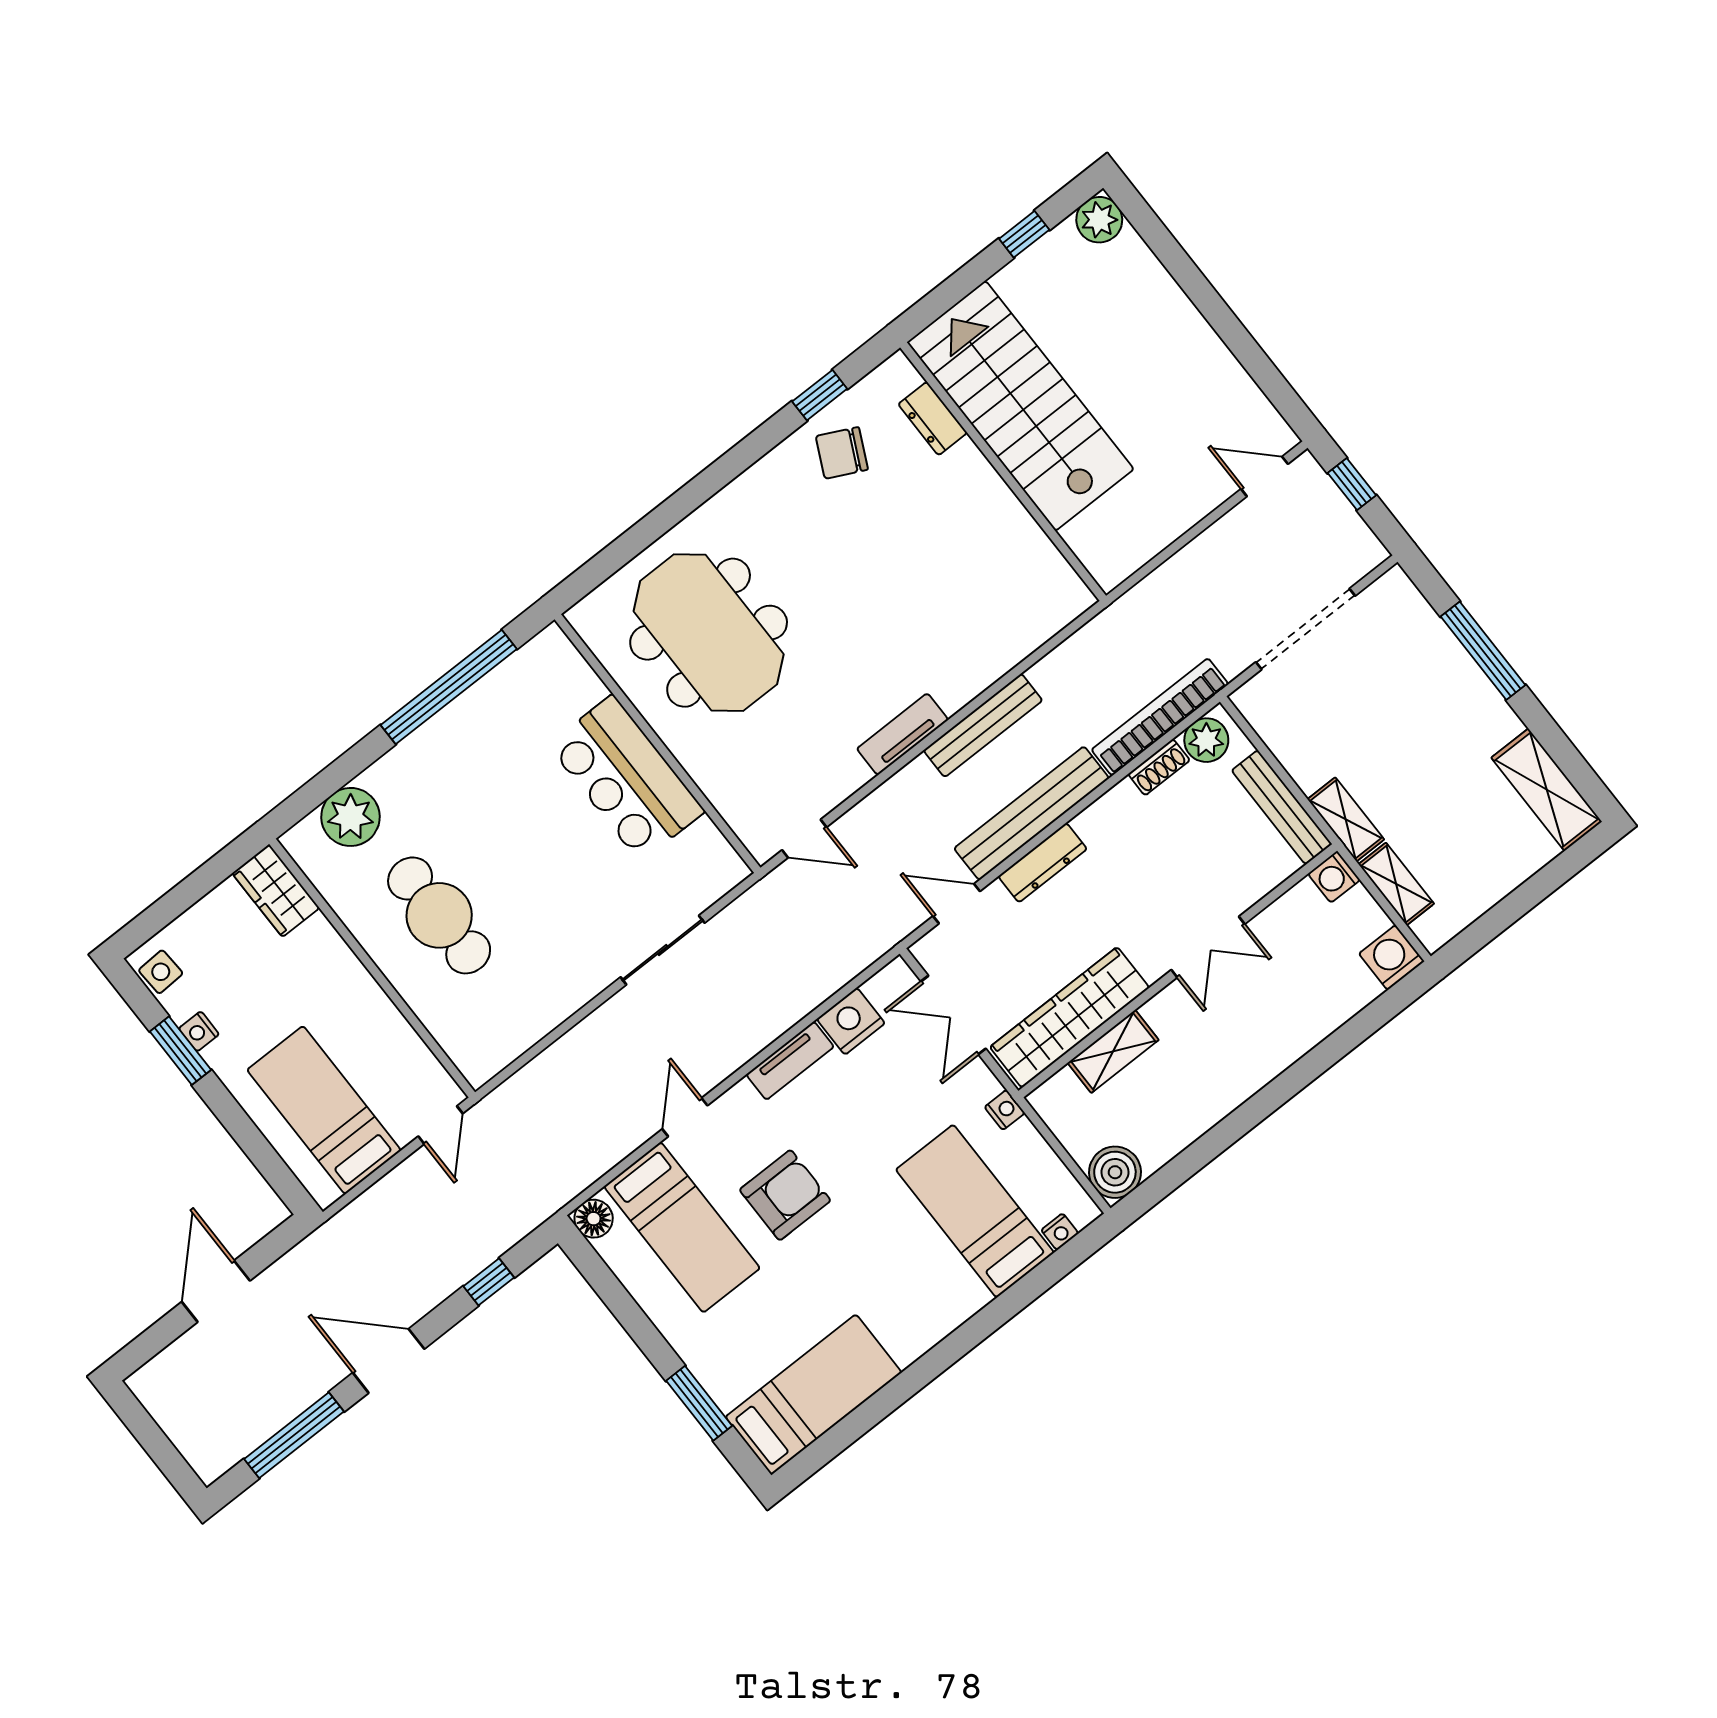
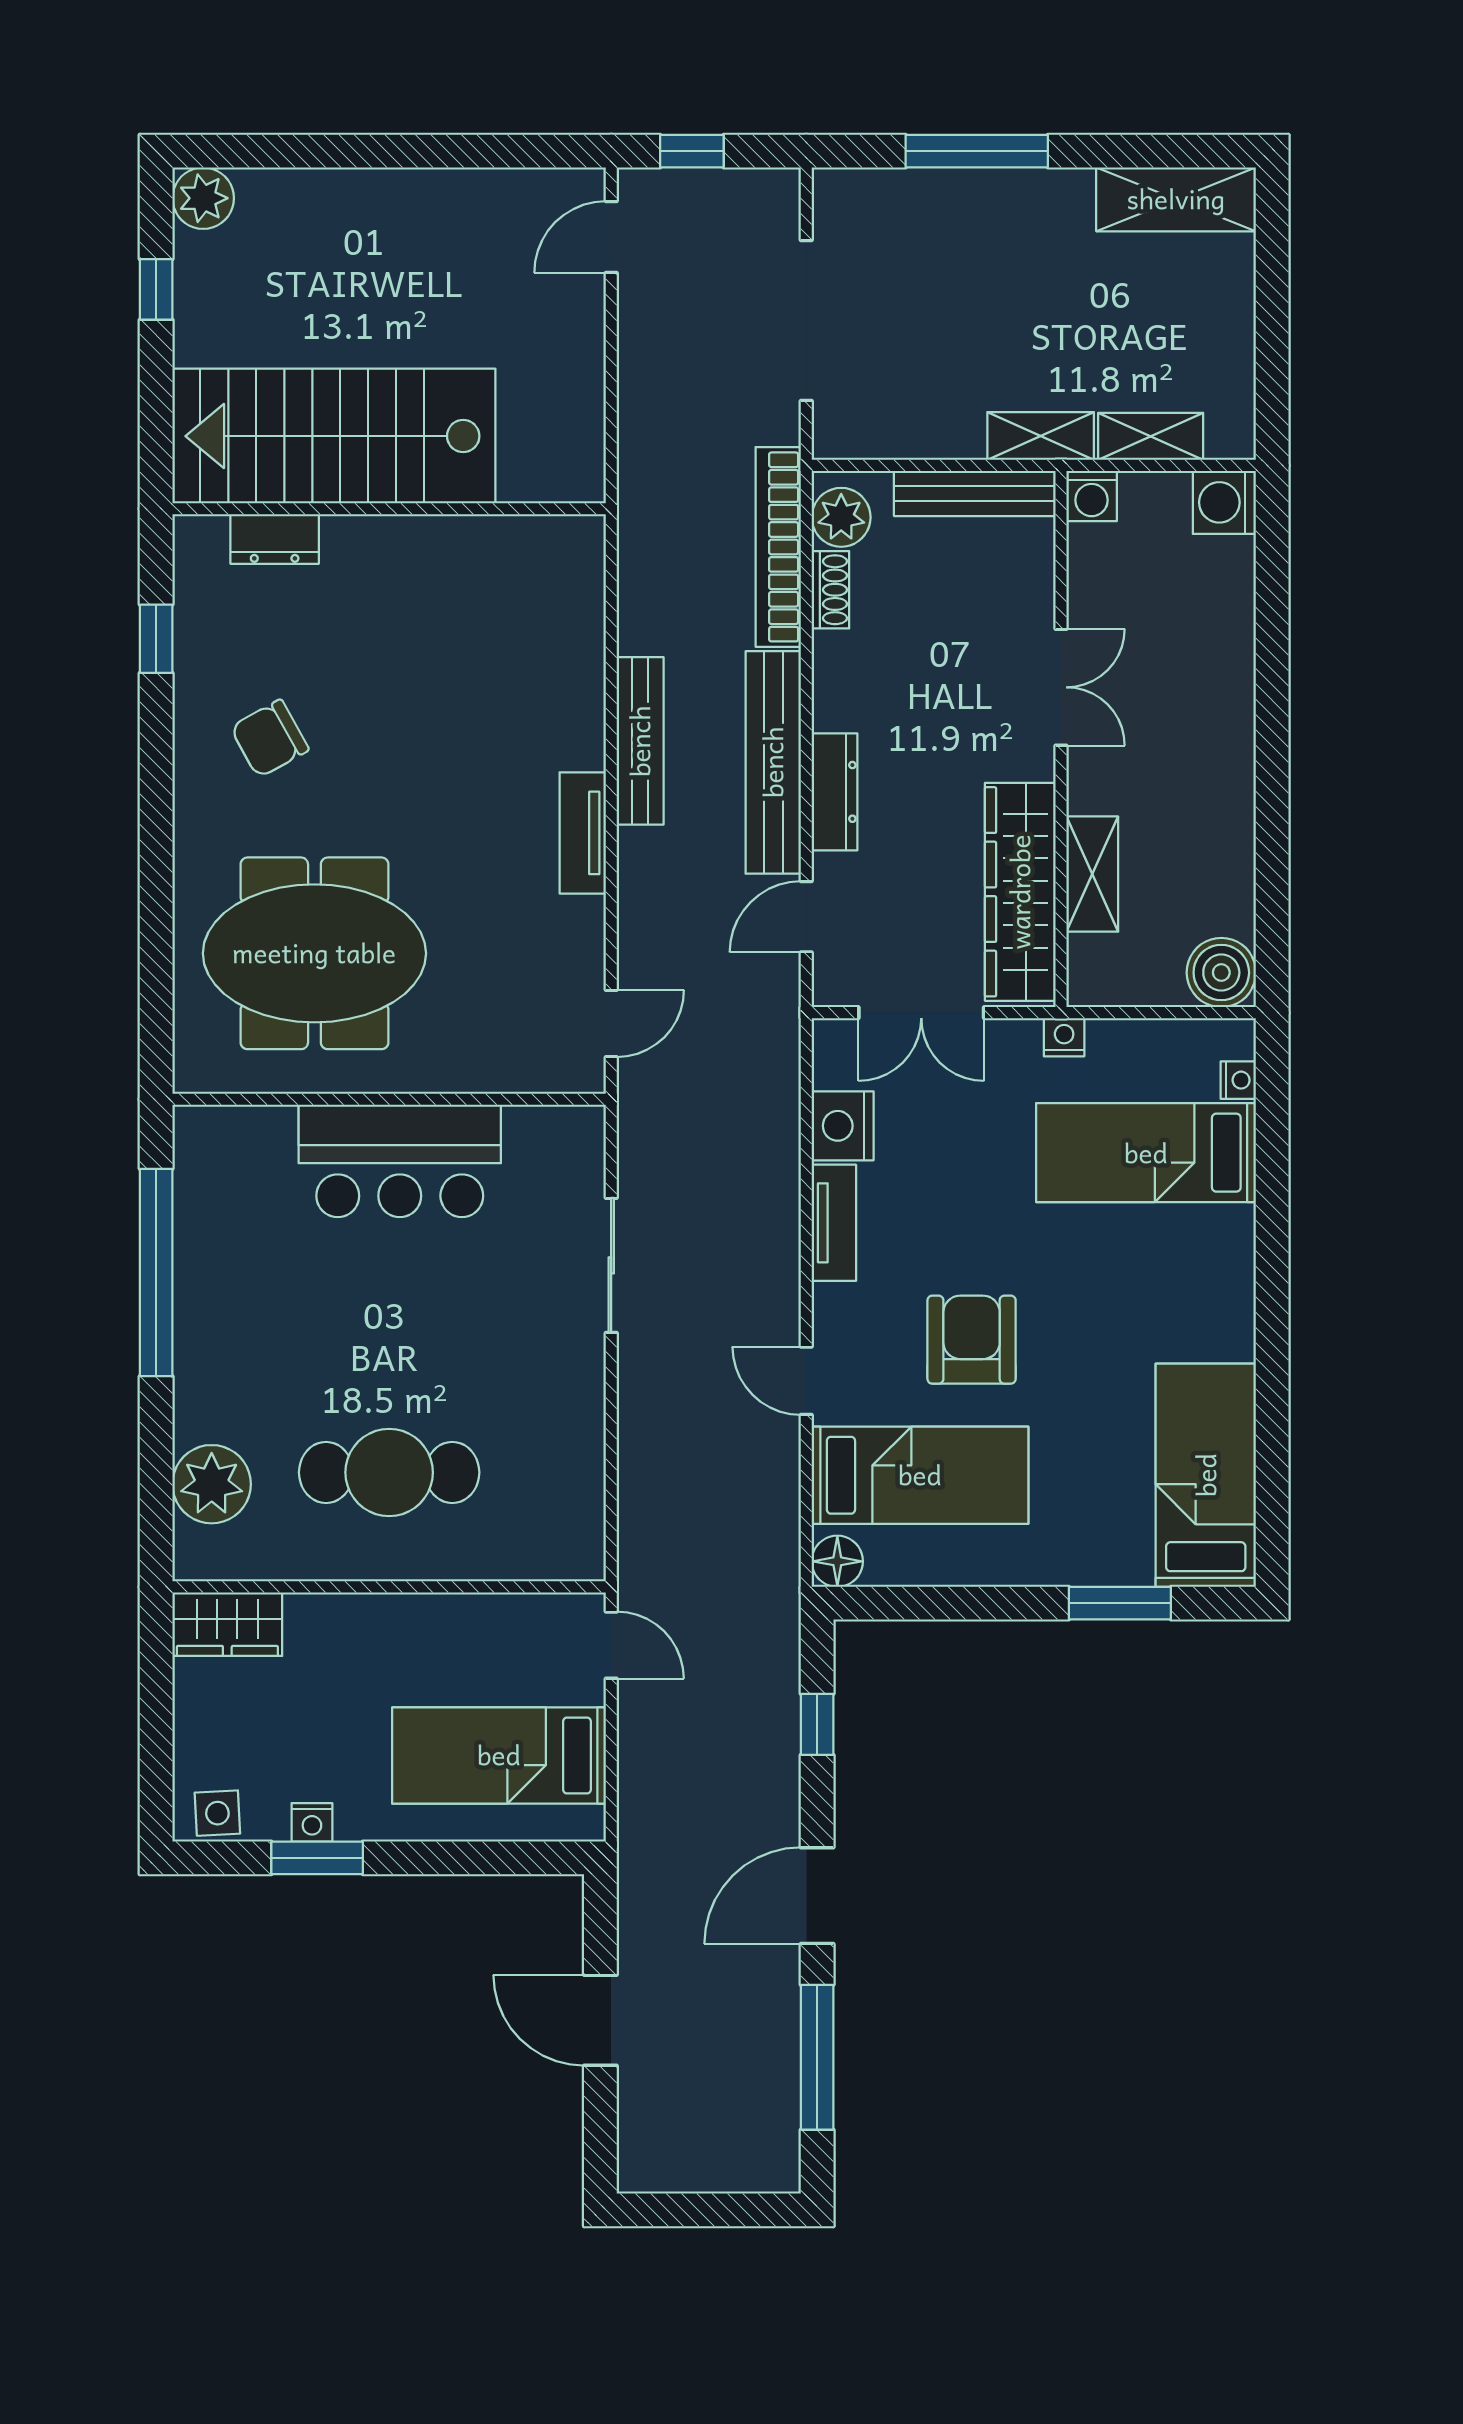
chair: (842, 453) -> (270, 738), moved, turned 35

